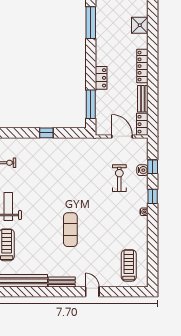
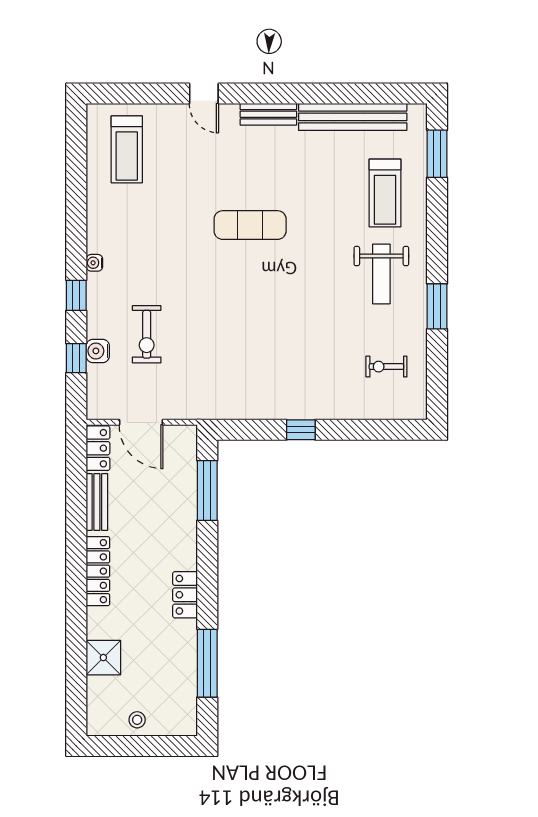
locker: (101, 78) -> (185, 595), moved
exercise mat: (70, 230) -> (250, 225), turned 90

